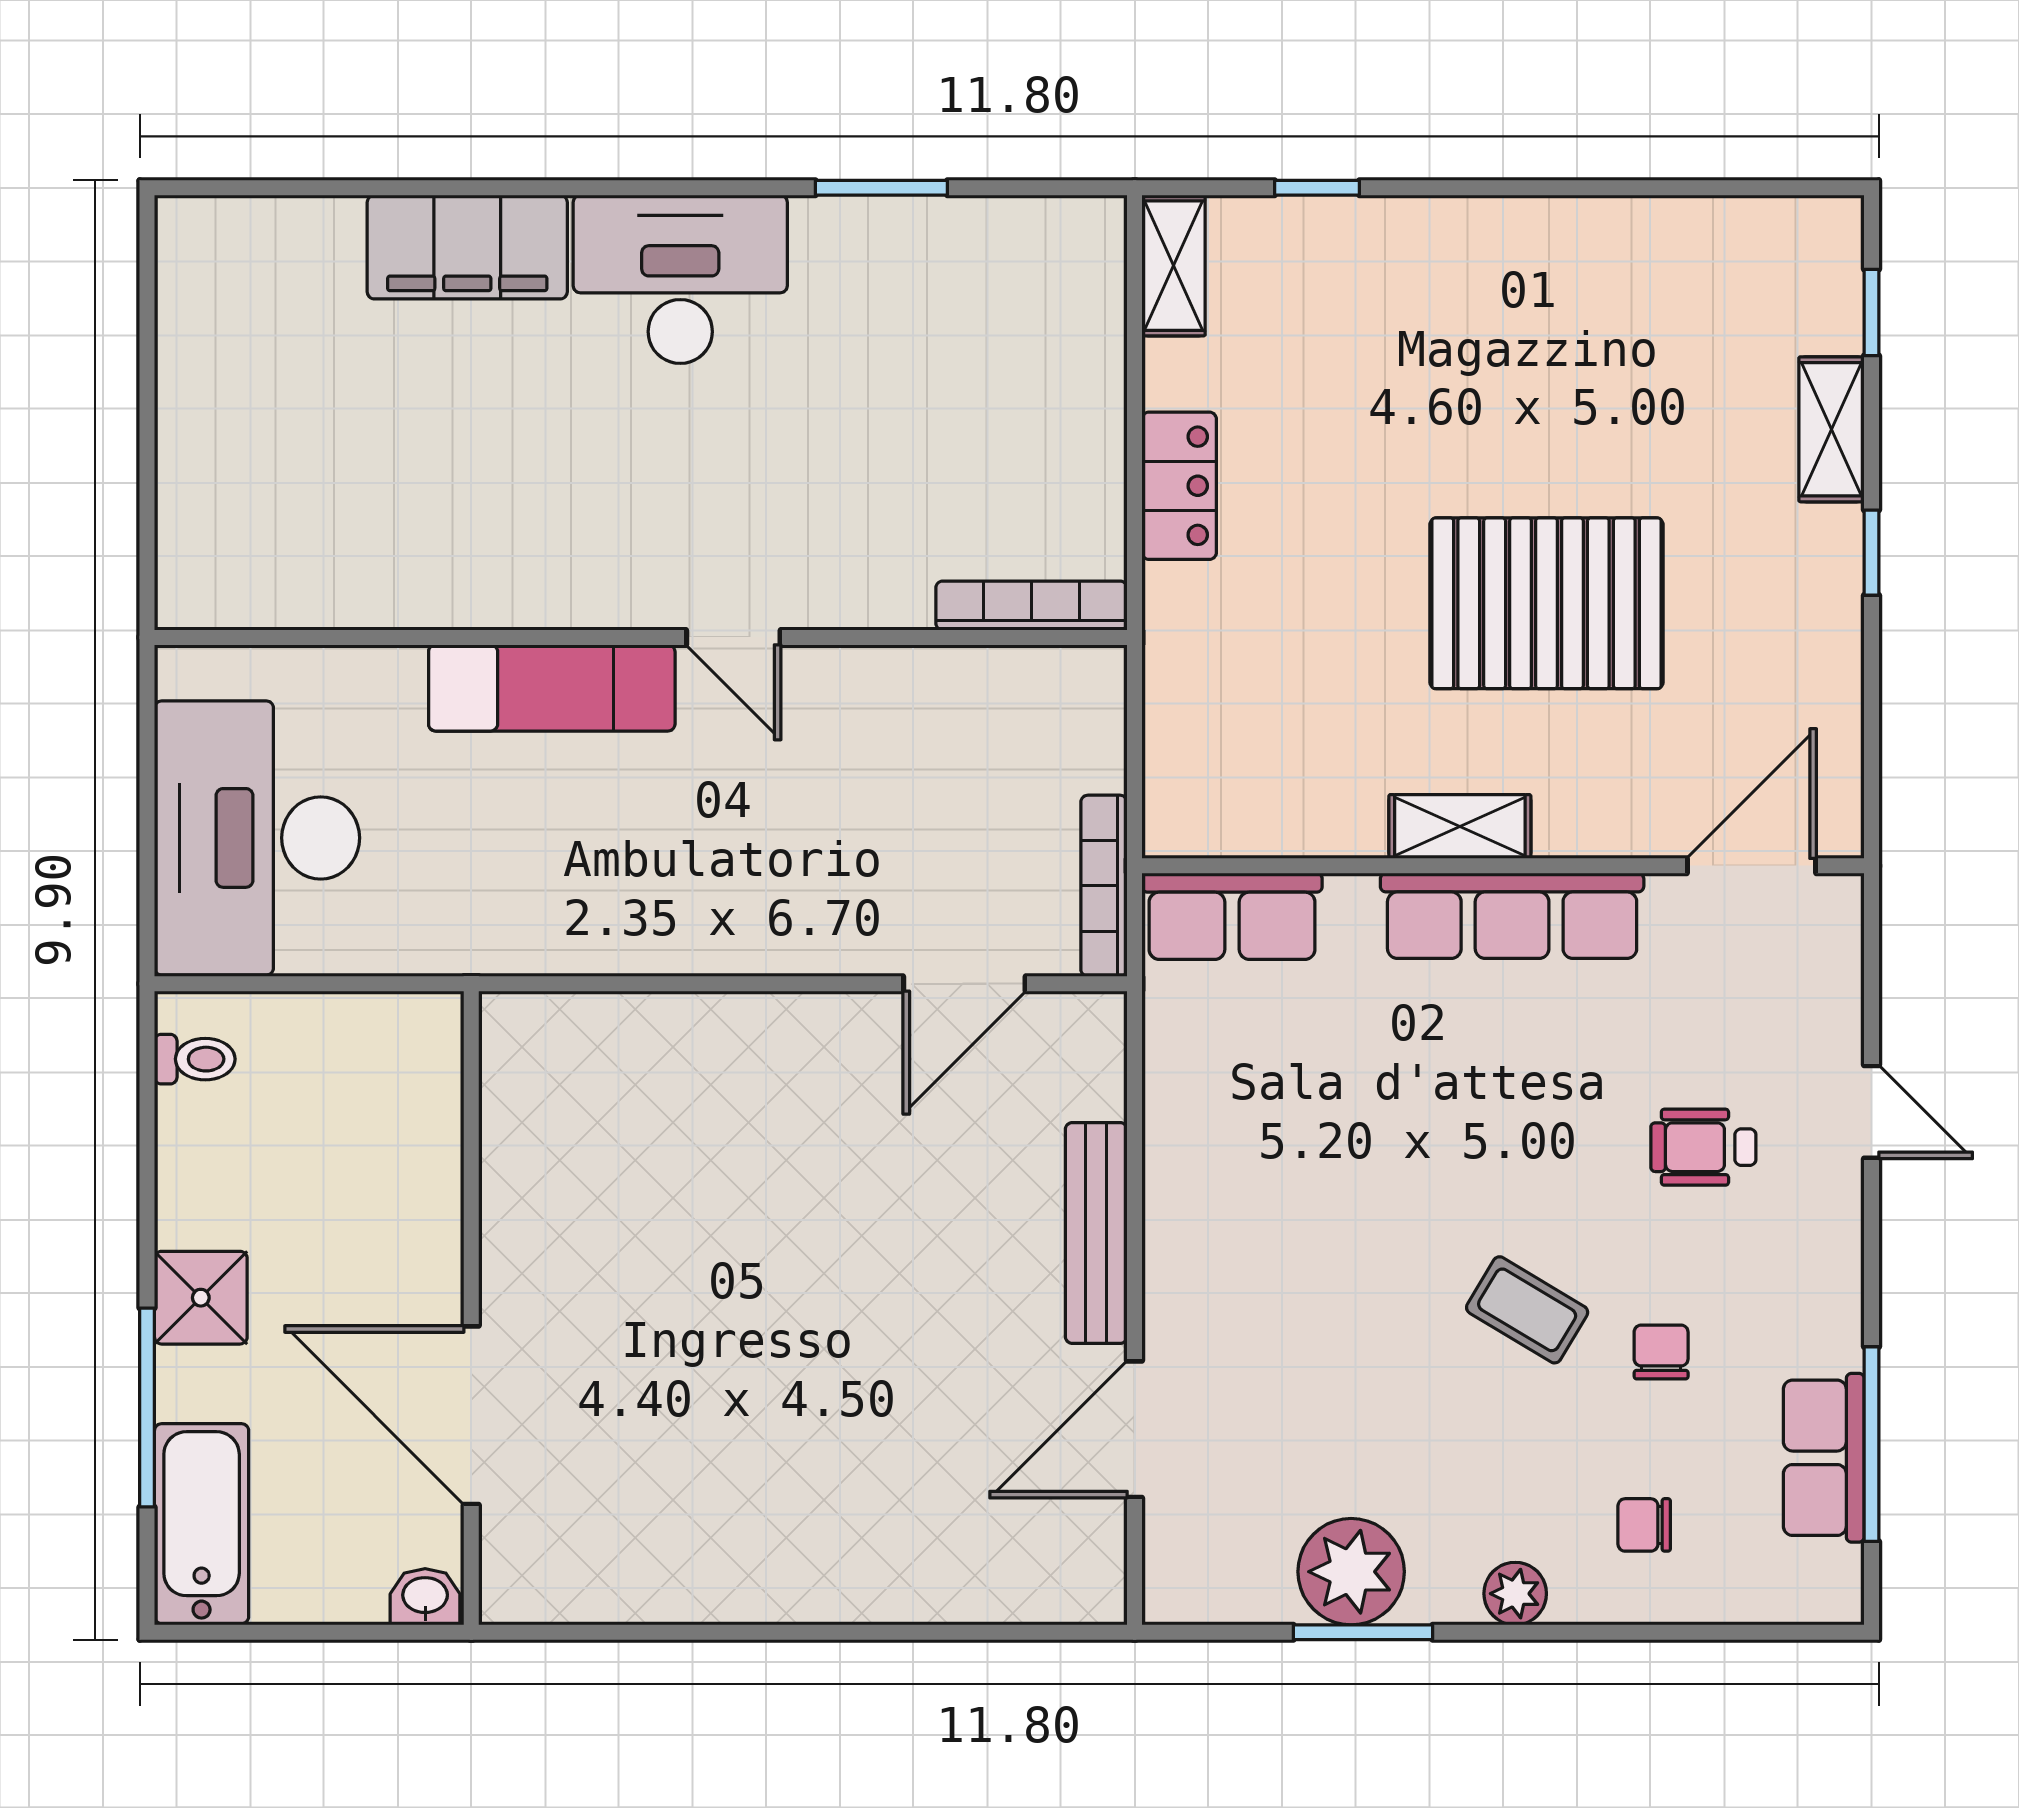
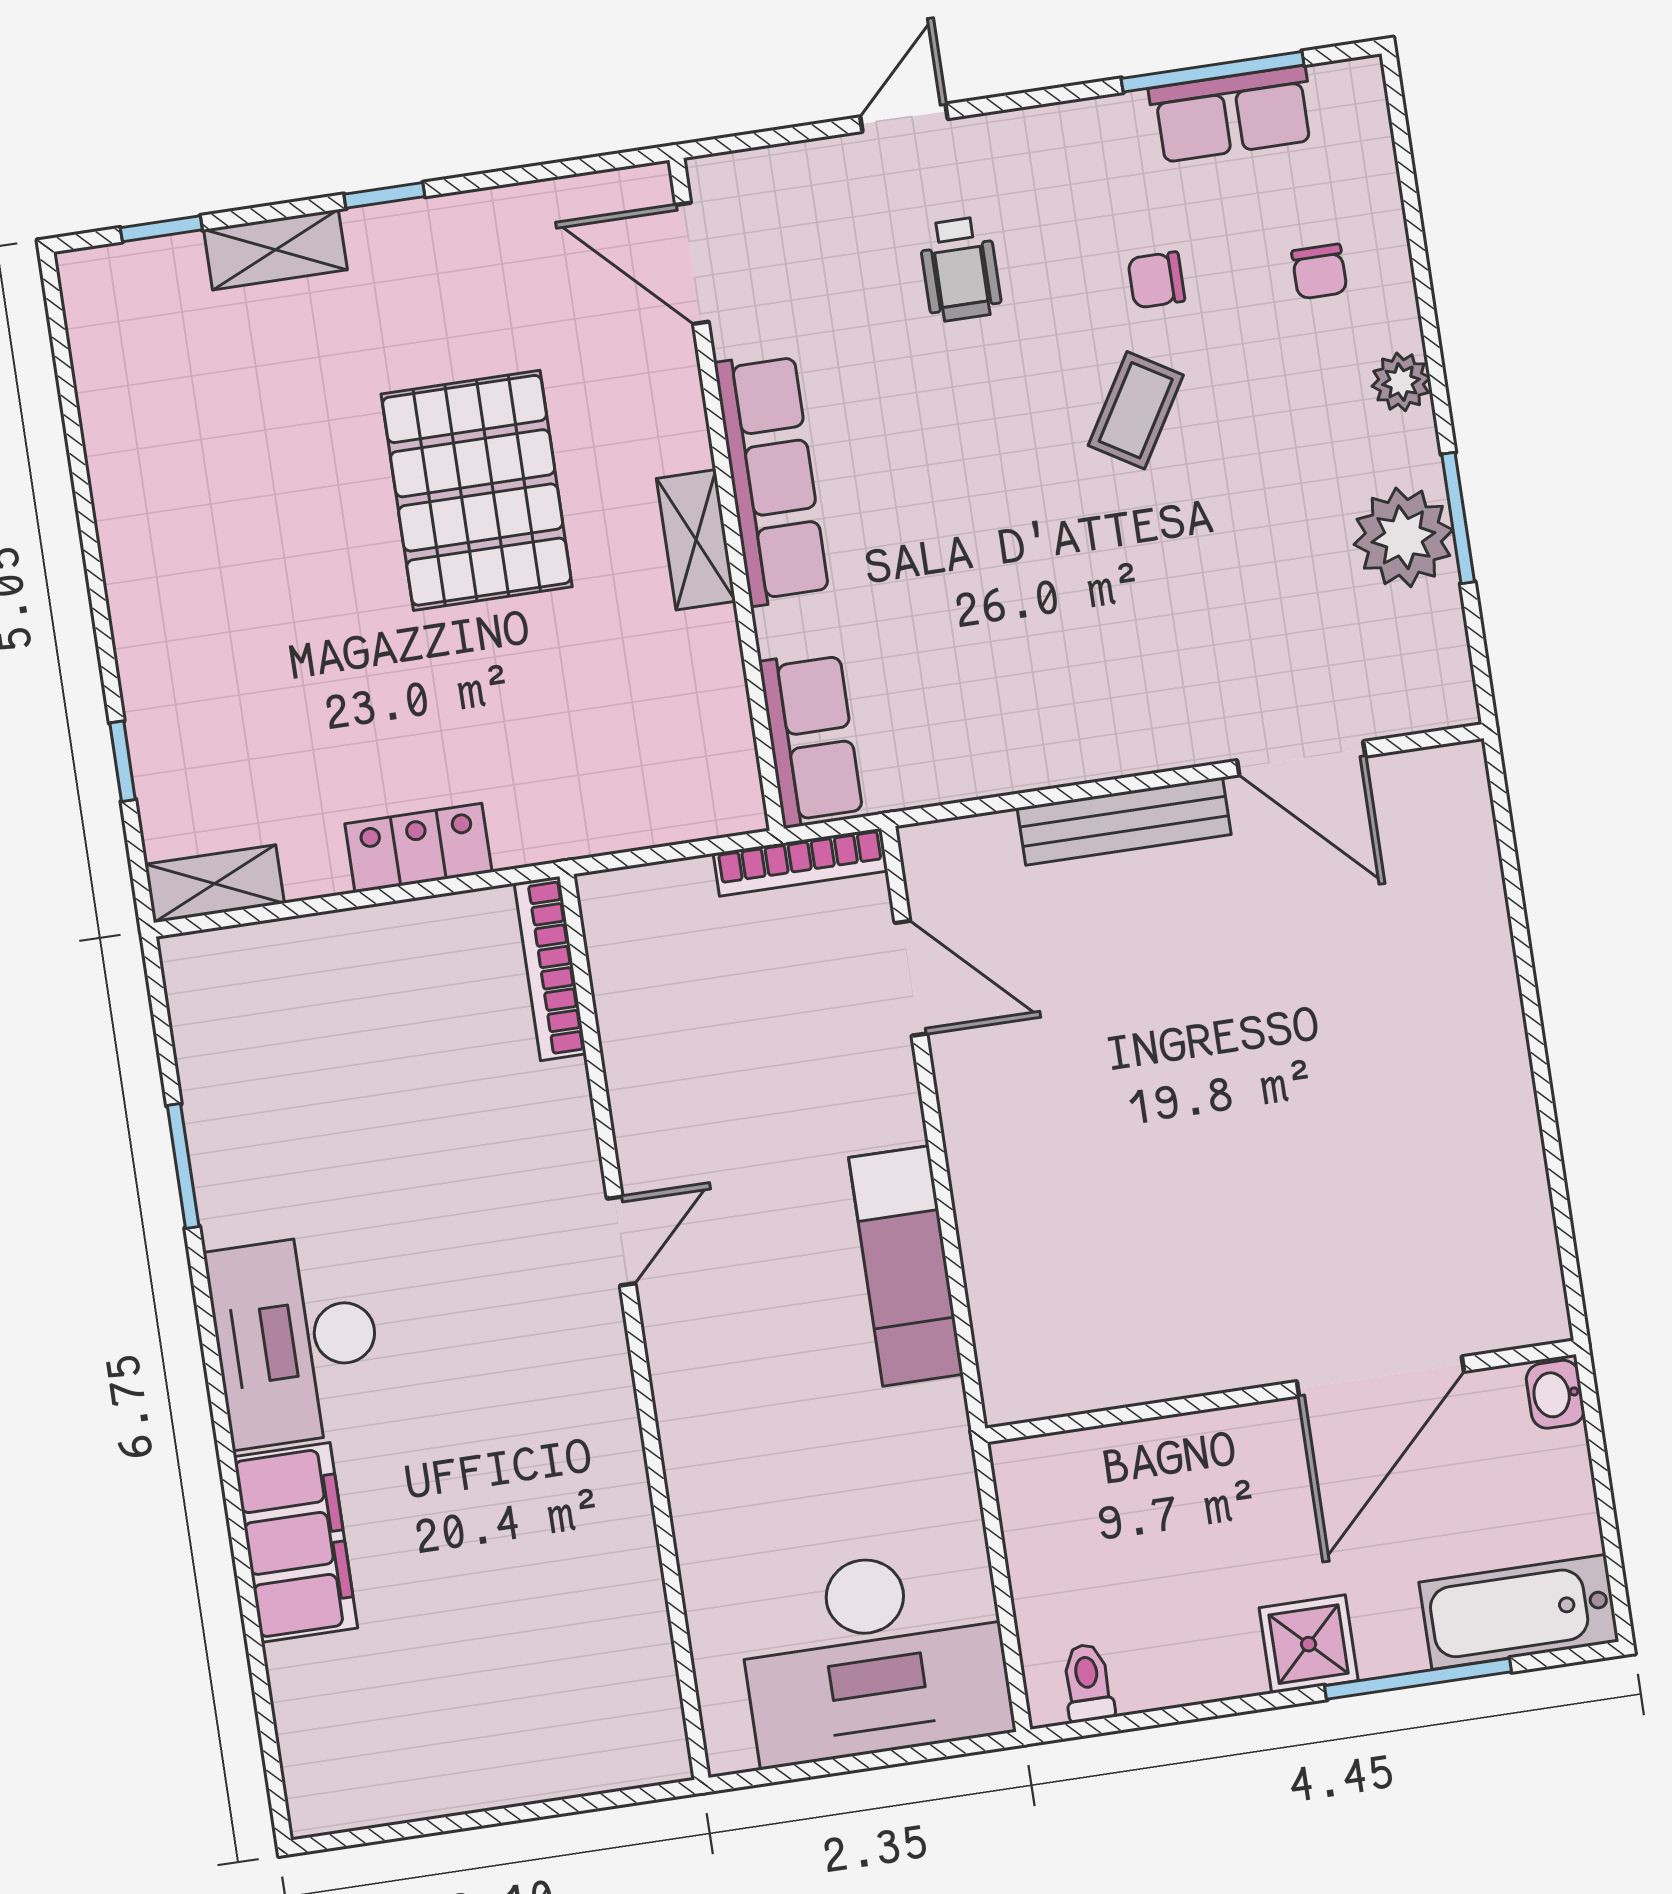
exam couch: (552, 688) -> (906, 1266), moved, turned 180

